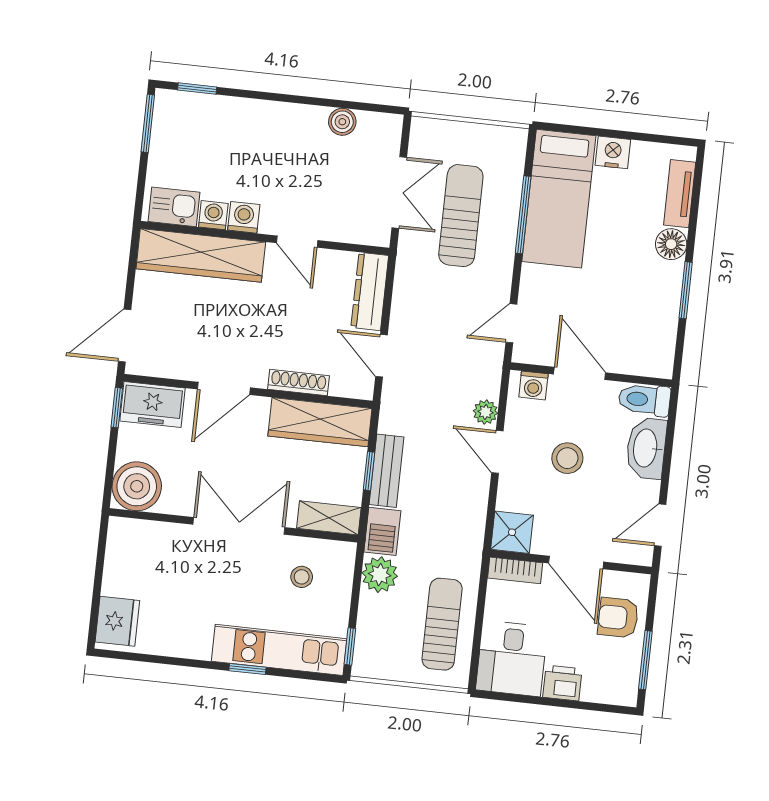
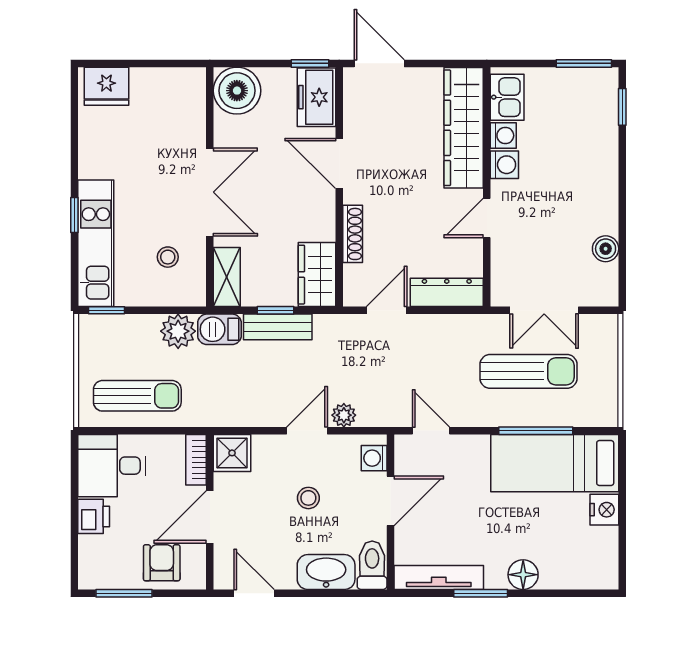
tv unit: (680, 194) -> (439, 578), moved, width x1.41
wardrobe: (320, 422) -> (317, 275), width x0.67
stool: (567, 458) -> (308, 498), width x0.73, depth x0.73

